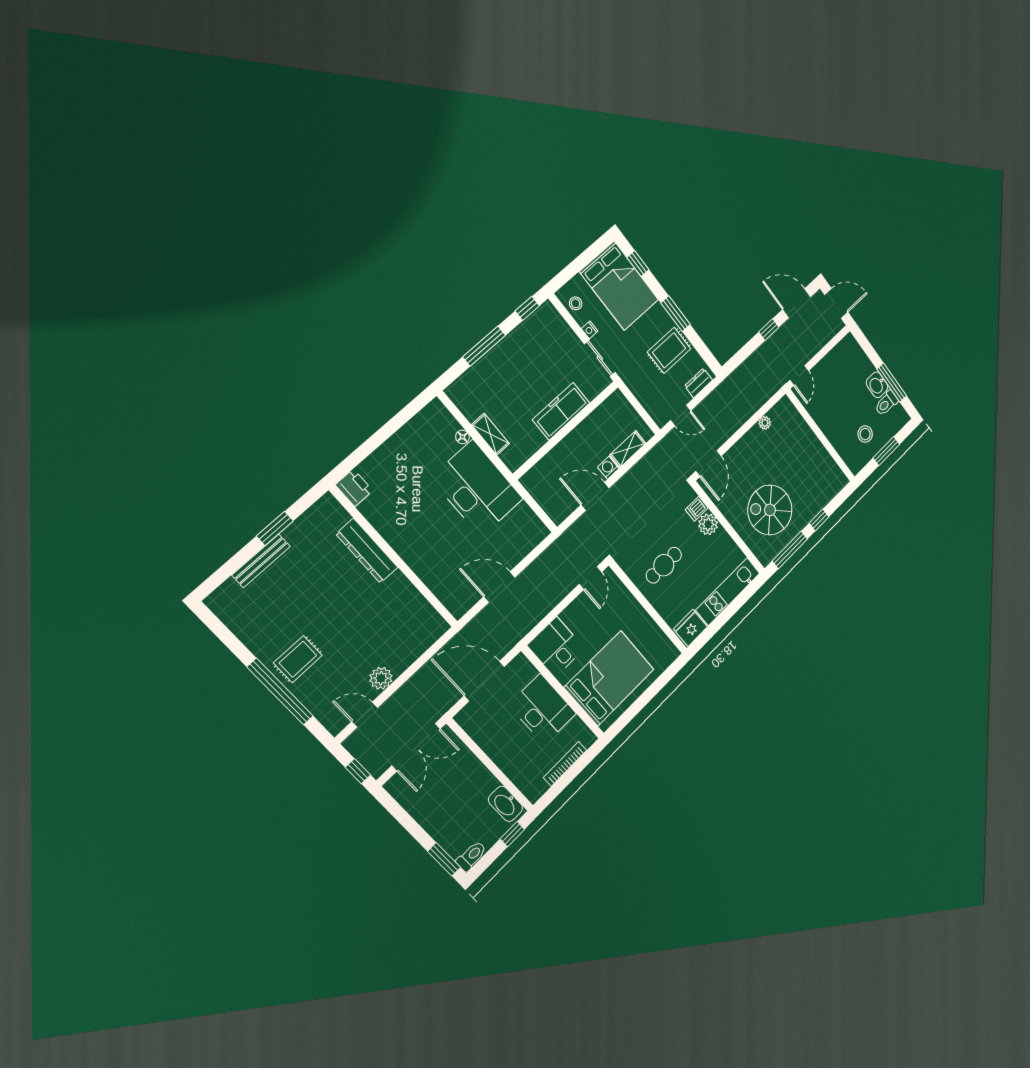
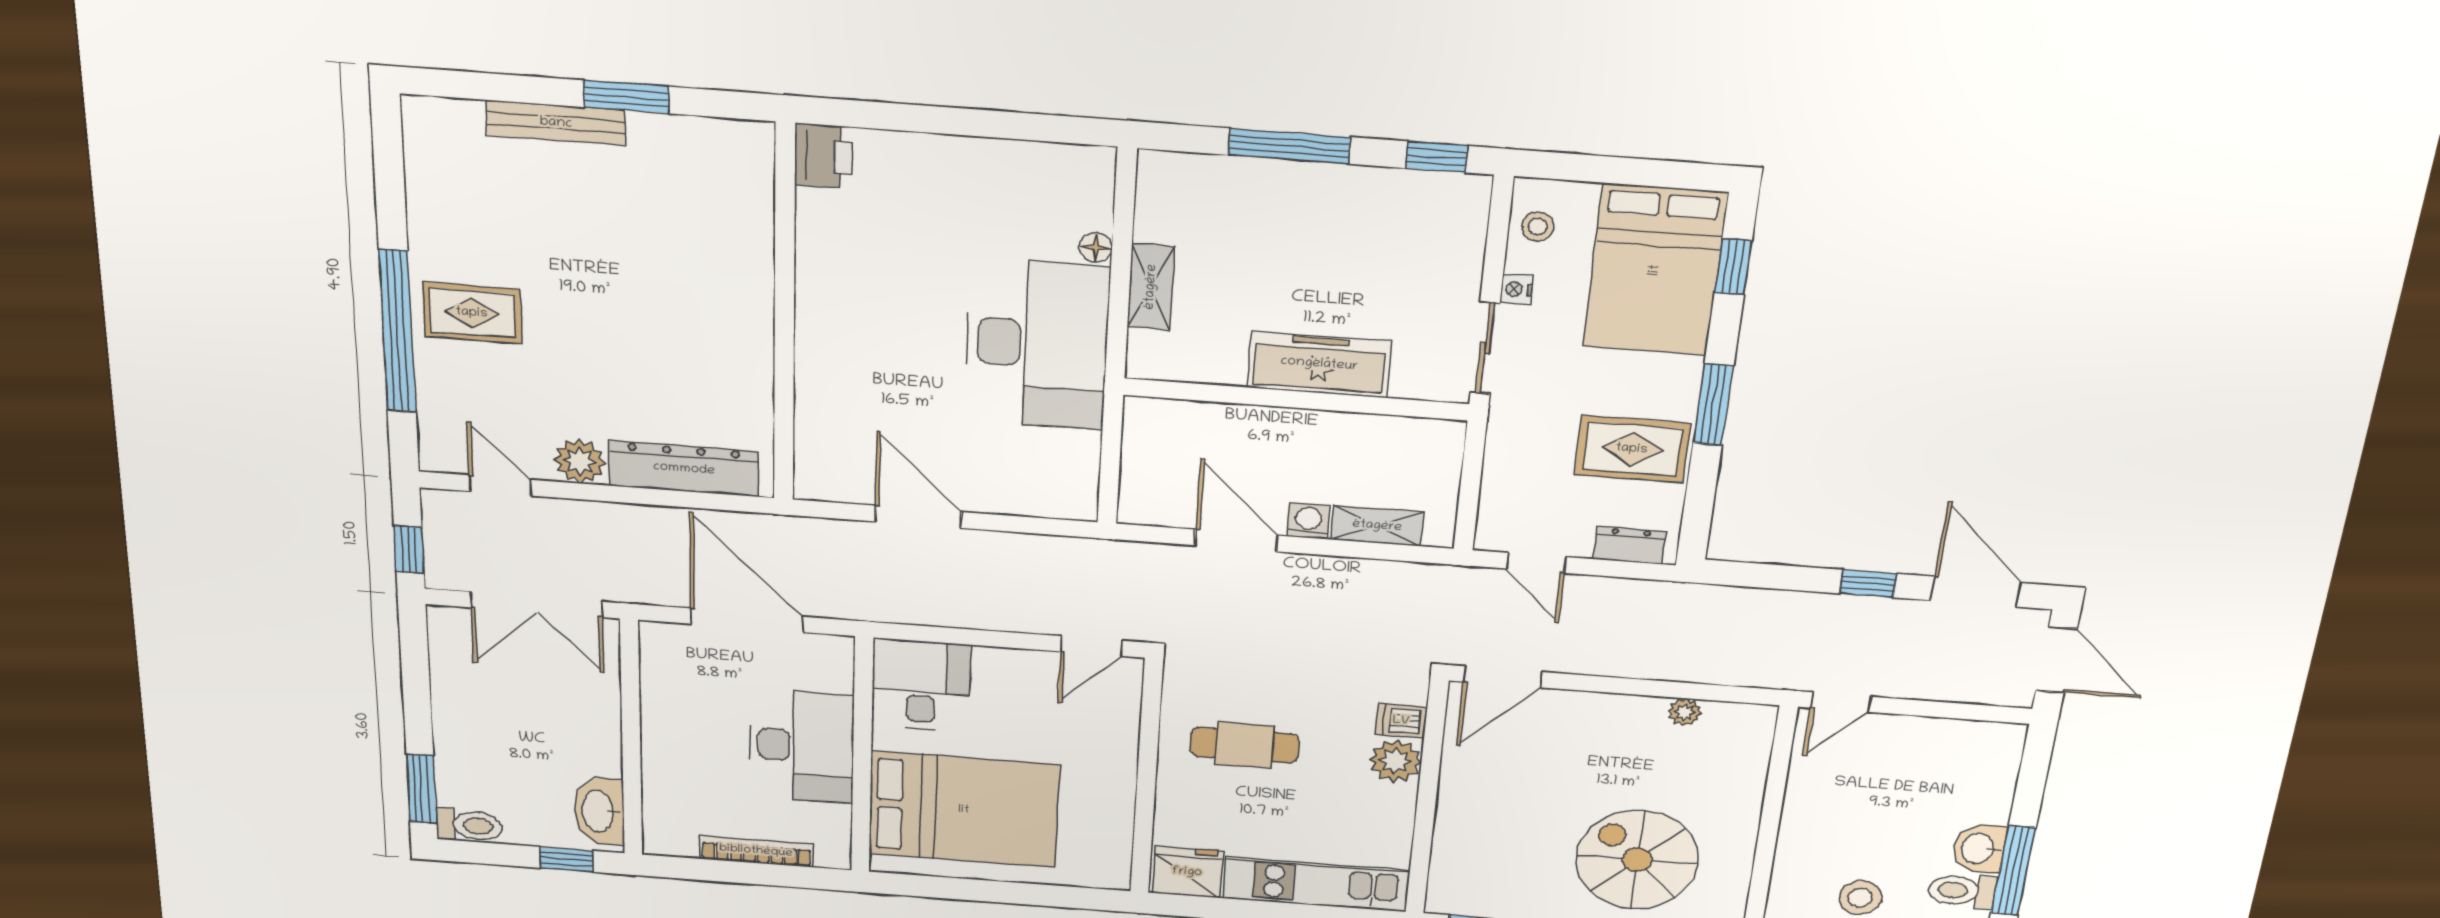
spiral stairs: (770, 510) -> (1637, 860), moved
dresser: (367, 551) -> (684, 469), moved, turned 90

